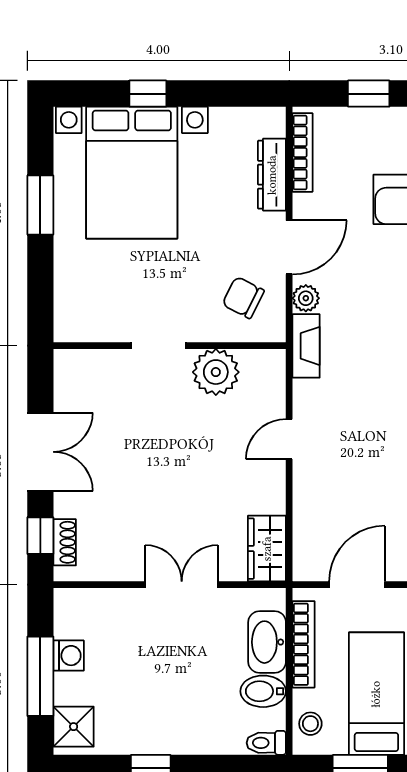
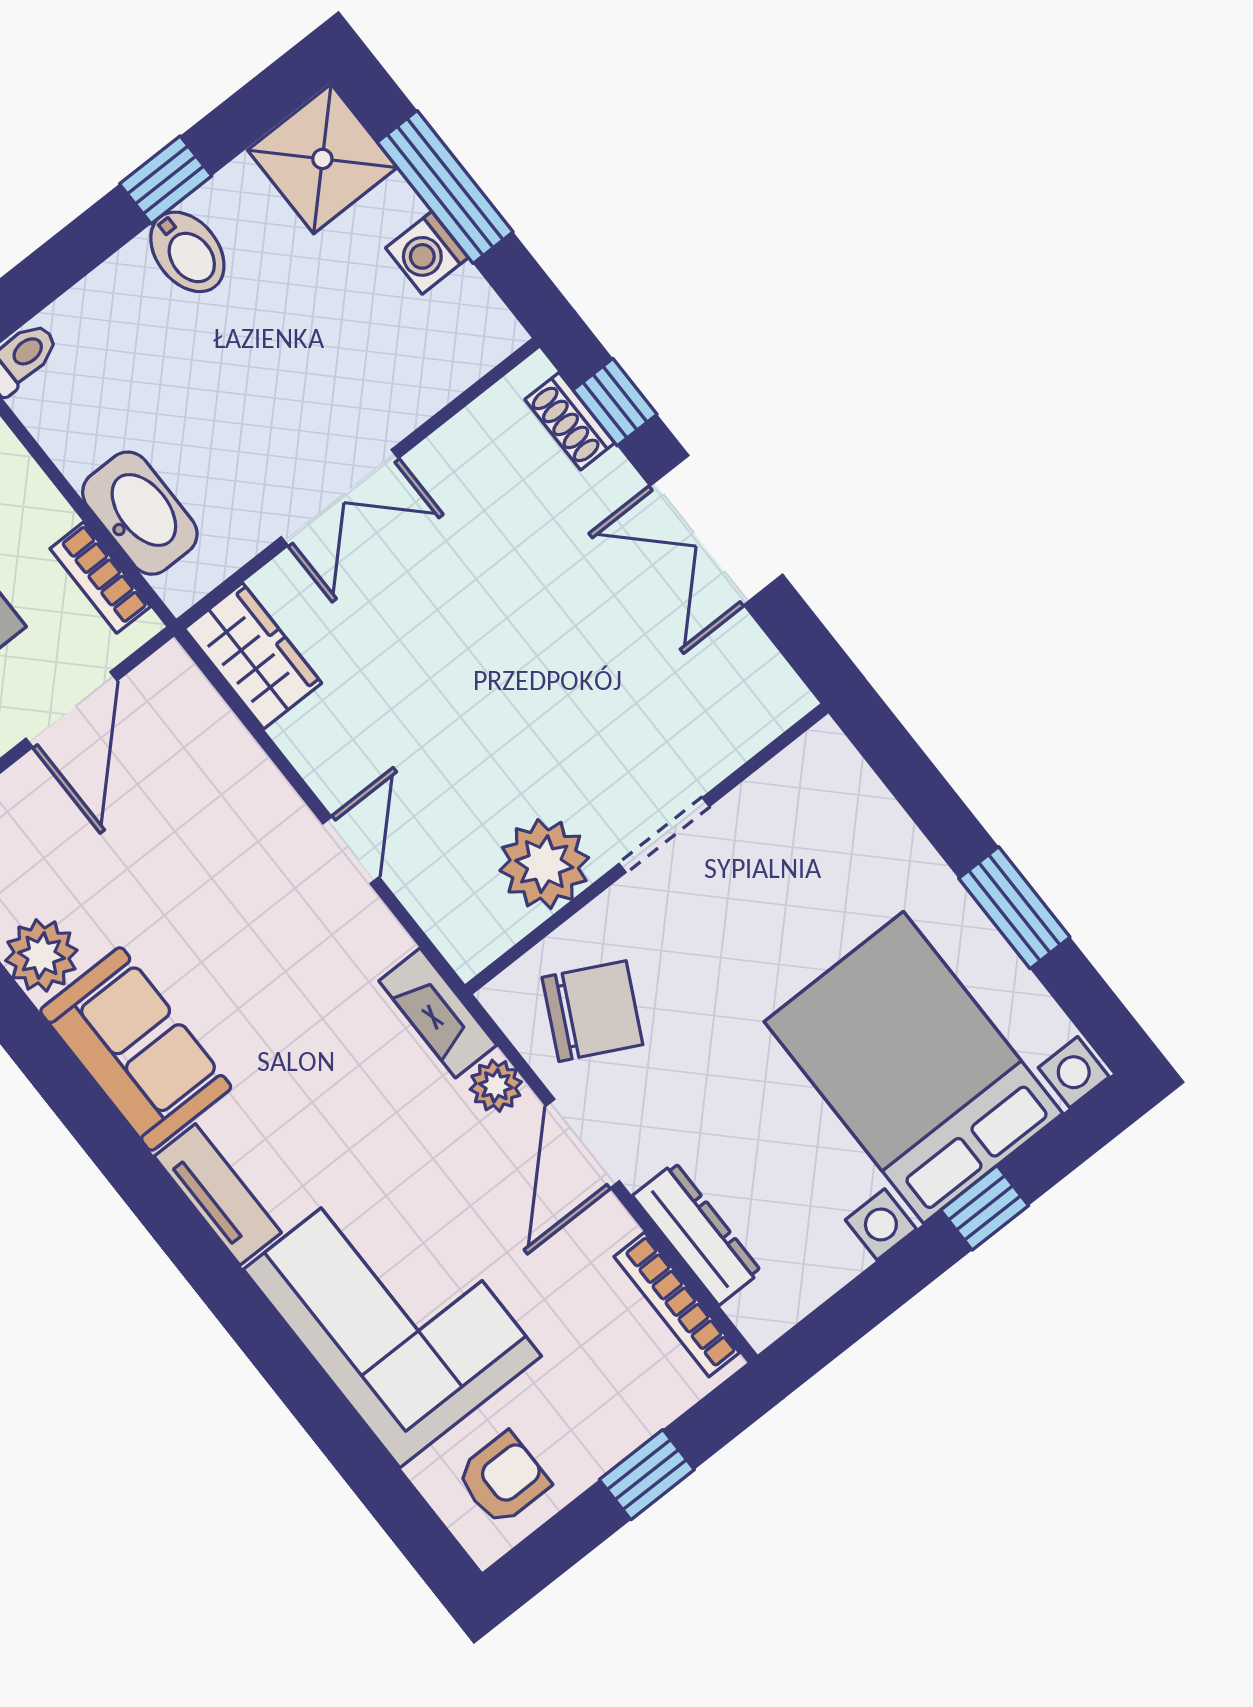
chair: (243, 298) -> (592, 1011), width x1.37, depth x1.37
bookcase: (304, 644) -> (100, 578), width x0.64
bidet: (263, 691) -> (187, 252), moved, turned 90
shower: (74, 727) -> (322, 159), width x1.36, depth x1.36

